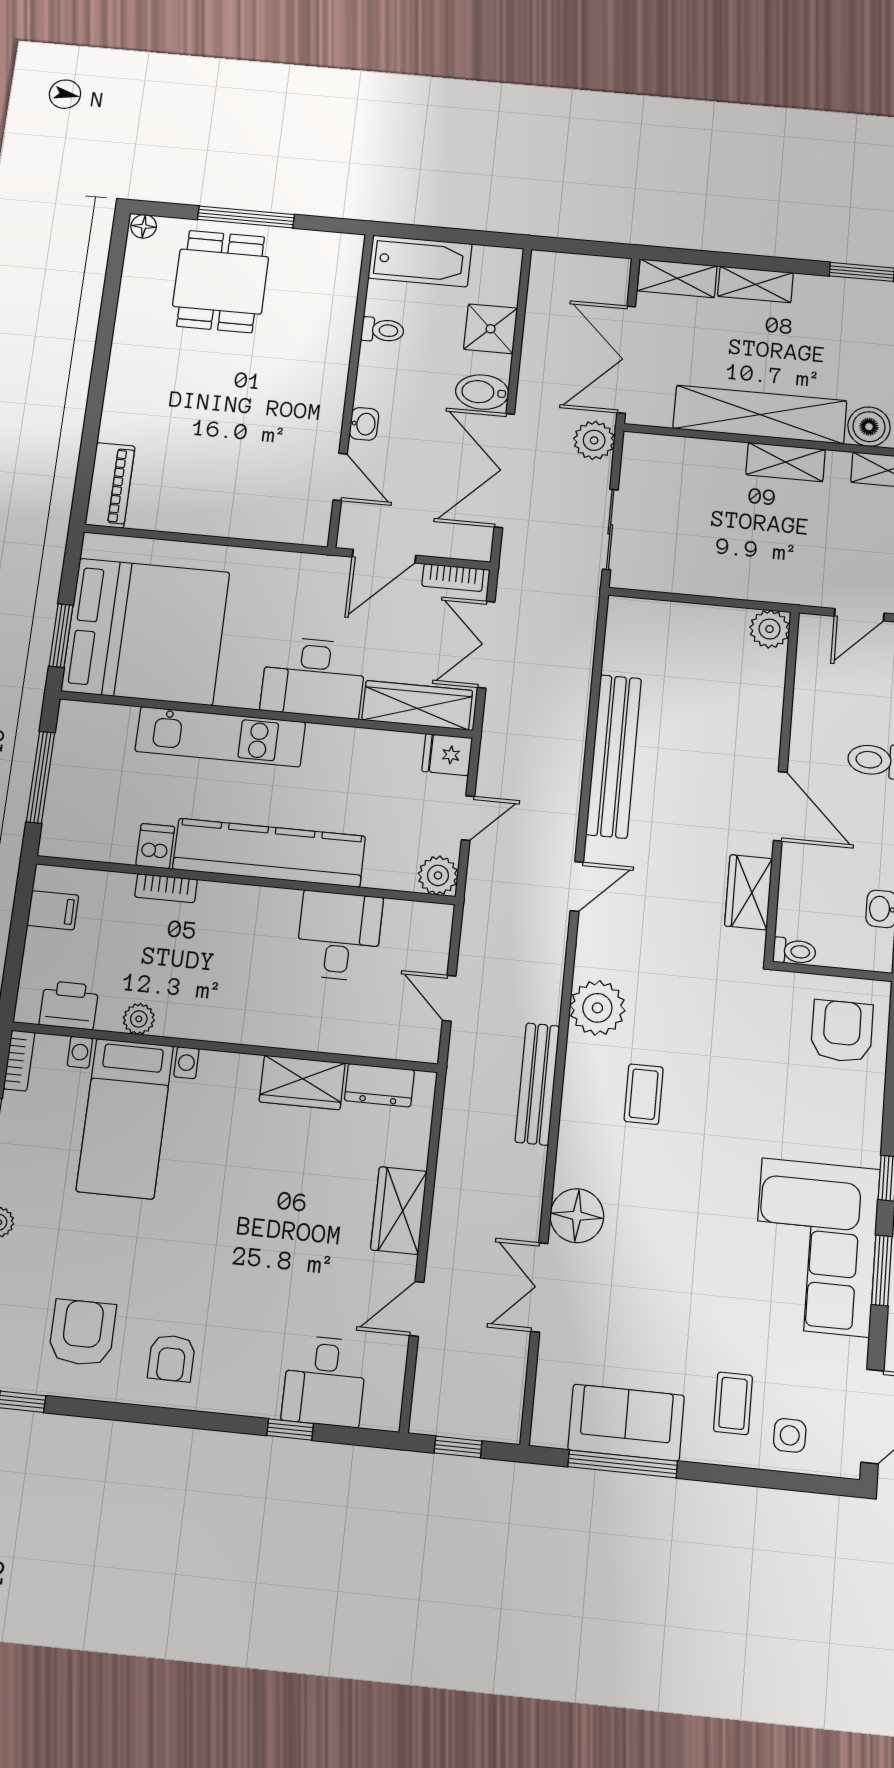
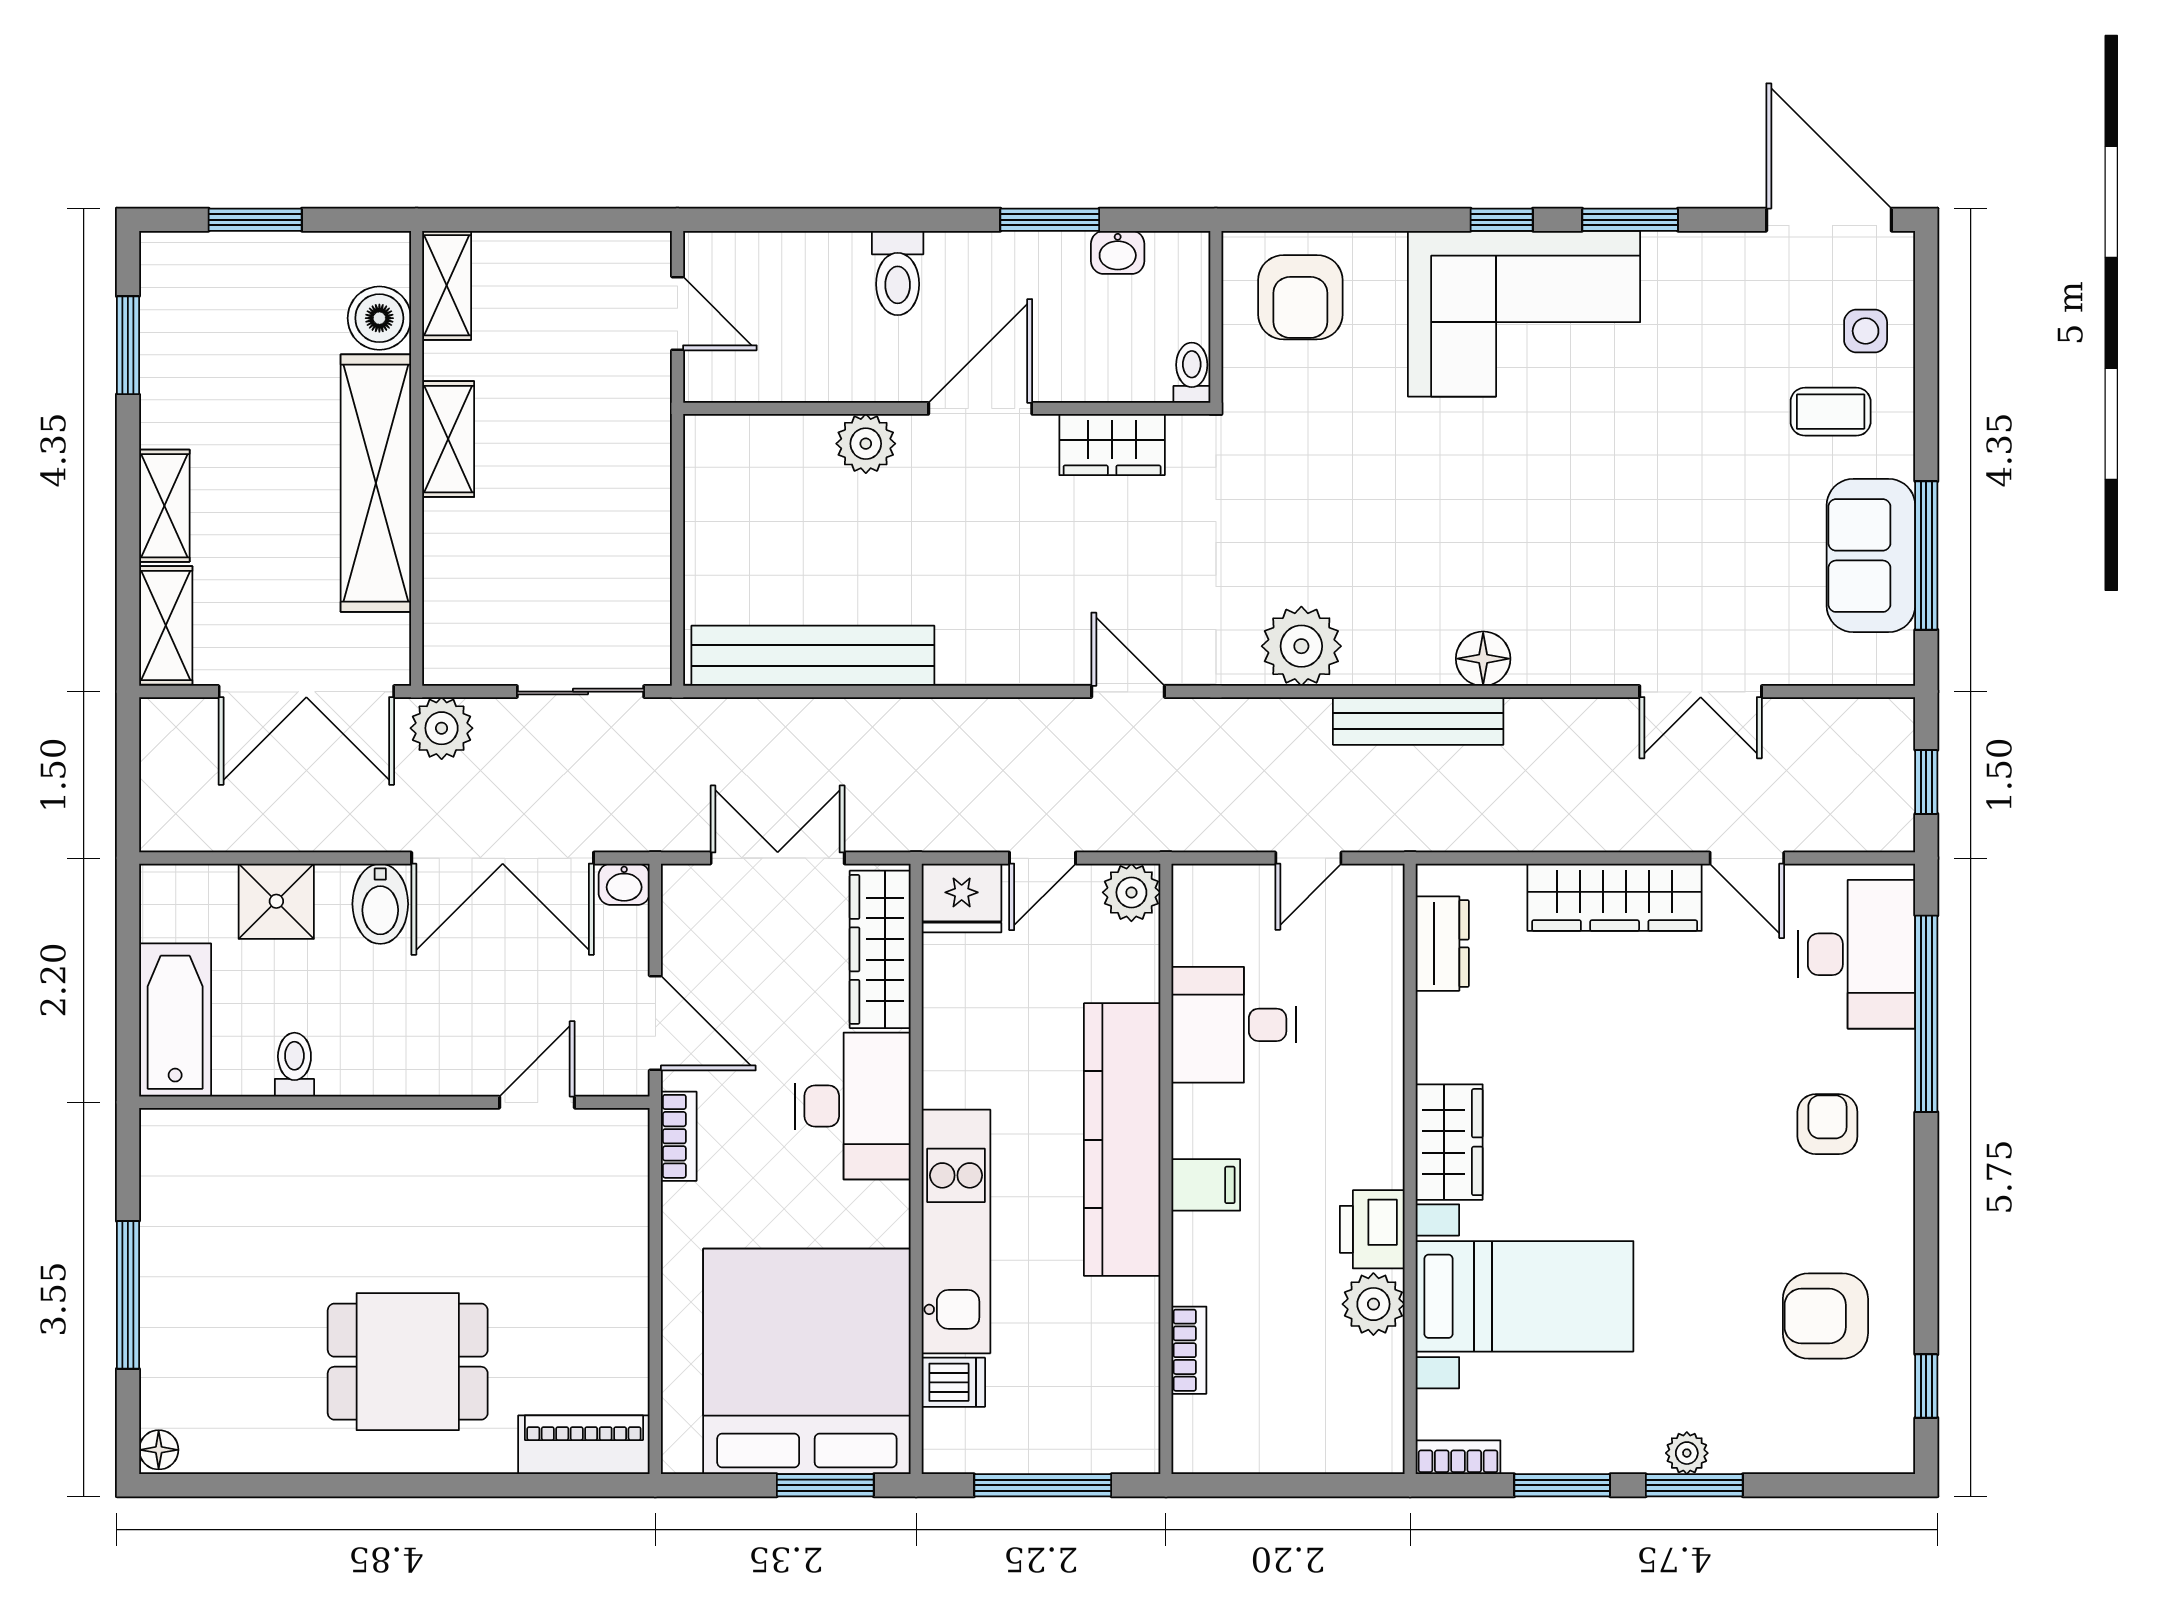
dining table: (221, 281) -> (408, 1362), moved
washbasin: (364, 424) -> (624, 884), moved, turned 180
bookcase: (453, 578) -> (679, 1136), moved
plant: (770, 629) -> (866, 444), moved
double door: (486, 645) -> (778, 858), swing flipped
fridge: (447, 755) -> (962, 898), width x1.38
bench: (614, 756) -> (813, 656), moved
door: (468, 818) -> (1042, 858), swing flipped
dishwasher: (155, 846) -> (953, 1382), moved, turned 180
bookcase: (166, 888) -> (1189, 1350), moved
filing cabinet: (53, 910) -> (1206, 1185), moved, turned 90
printer: (69, 1005) -> (1372, 1229), moved
plant: (139, 1019) -> (1373, 1304), width x1.38, depth x1.38
armchair: (842, 1031) -> (1300, 297), turned -90
wardrobe: (302, 1082) -> (1449, 1142), moved
coffee table: (644, 1094) -> (1418, 570), removed
wardrobe: (399, 1210) -> (1615, 897), width x1.50
floor lamp: (577, 1216) -> (1483, 659), moved, width x0.73, depth x0.73
corner sofa: (815, 1247) -> (1524, 314), moved
armchair: (171, 1358) -> (1827, 1124), moved, turned -90
desk: (324, 1381) -> (1857, 954), width x1.37
window: (290, 1430) -> (1926, 1014), width x3.17

